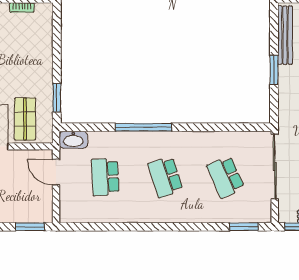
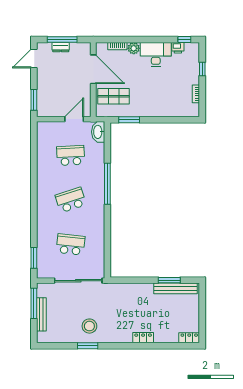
window: (274, 70) -> (169, 280), moved
school desk: (226, 177) -> (71, 244), turned 30

